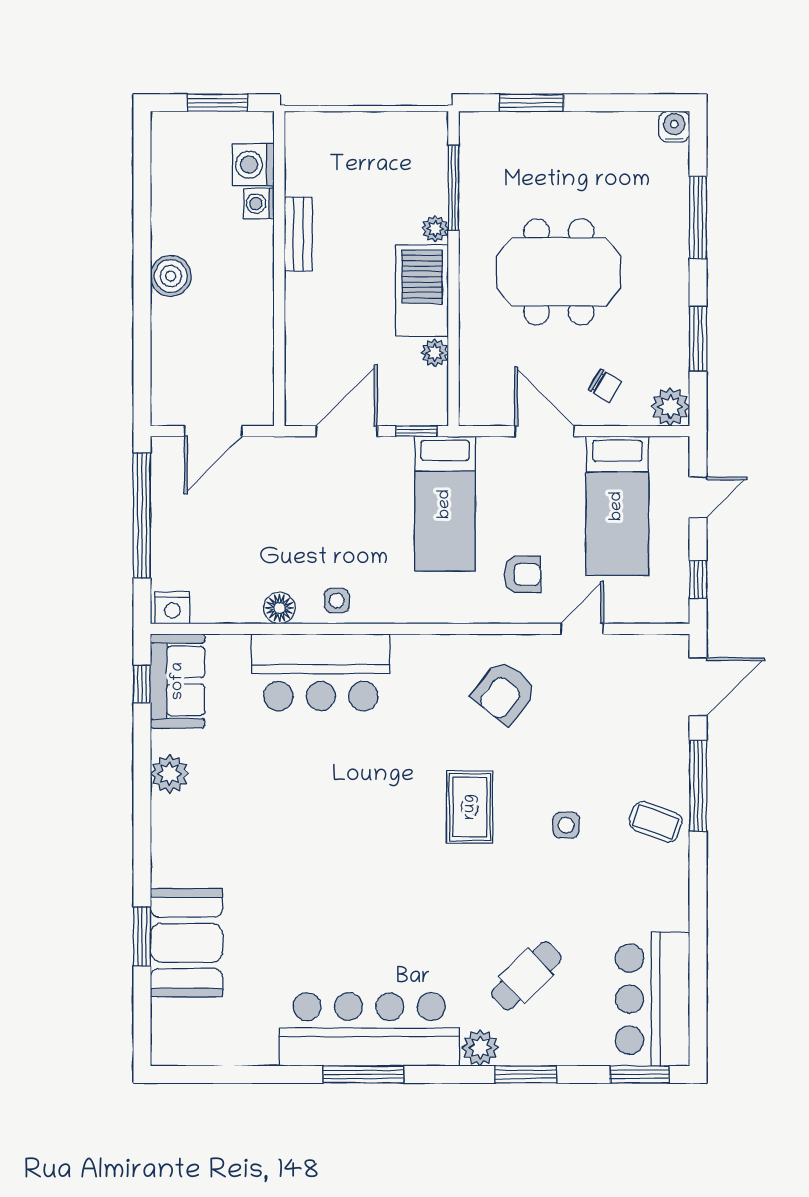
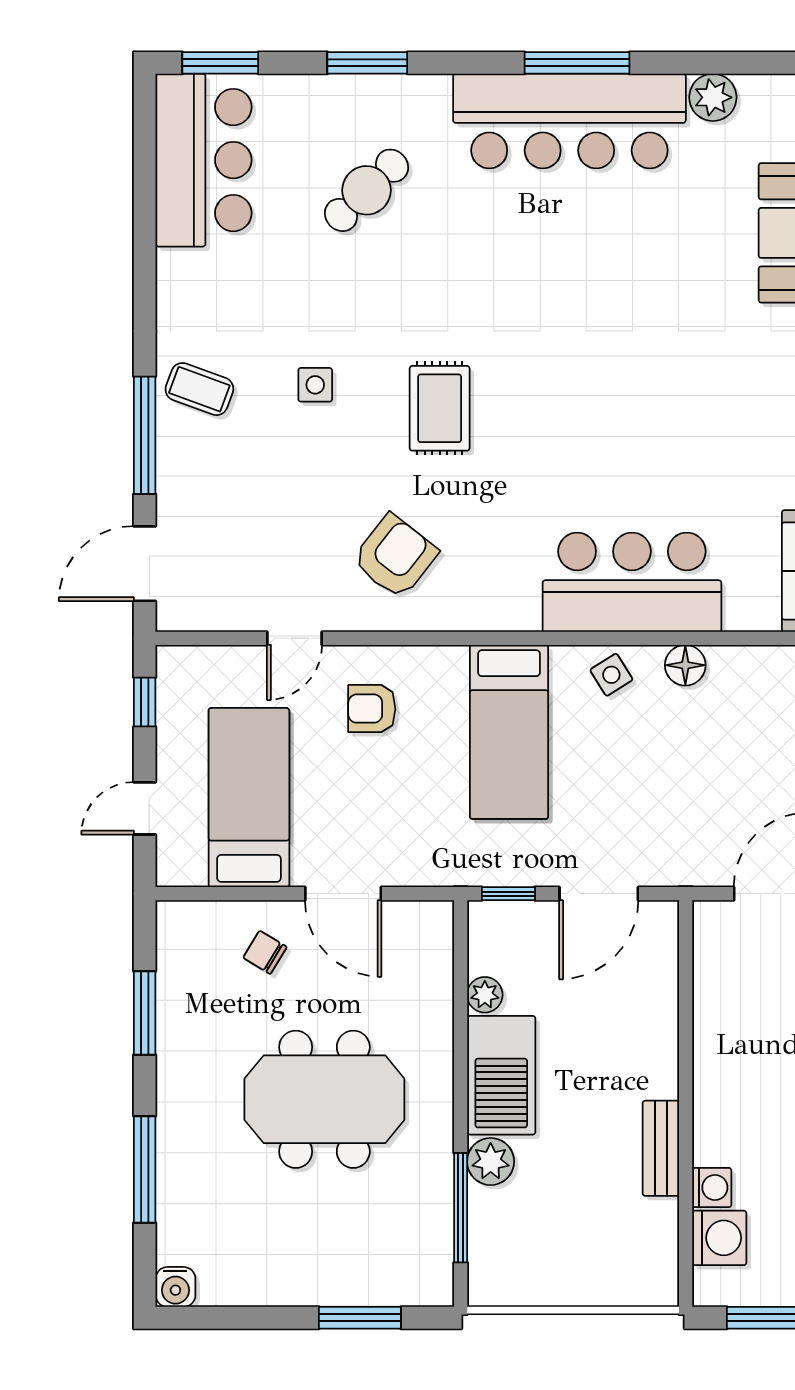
plant: (435, 229) -> (491, 1162), width x1.38, depth x1.38
plant: (670, 407) -> (181, 925), removed
bed: (445, 504) -> (509, 732), moved, turned 180
side table: (337, 601) -> (611, 675), turned -32
plant: (480, 1048) -> (713, 97), moved

